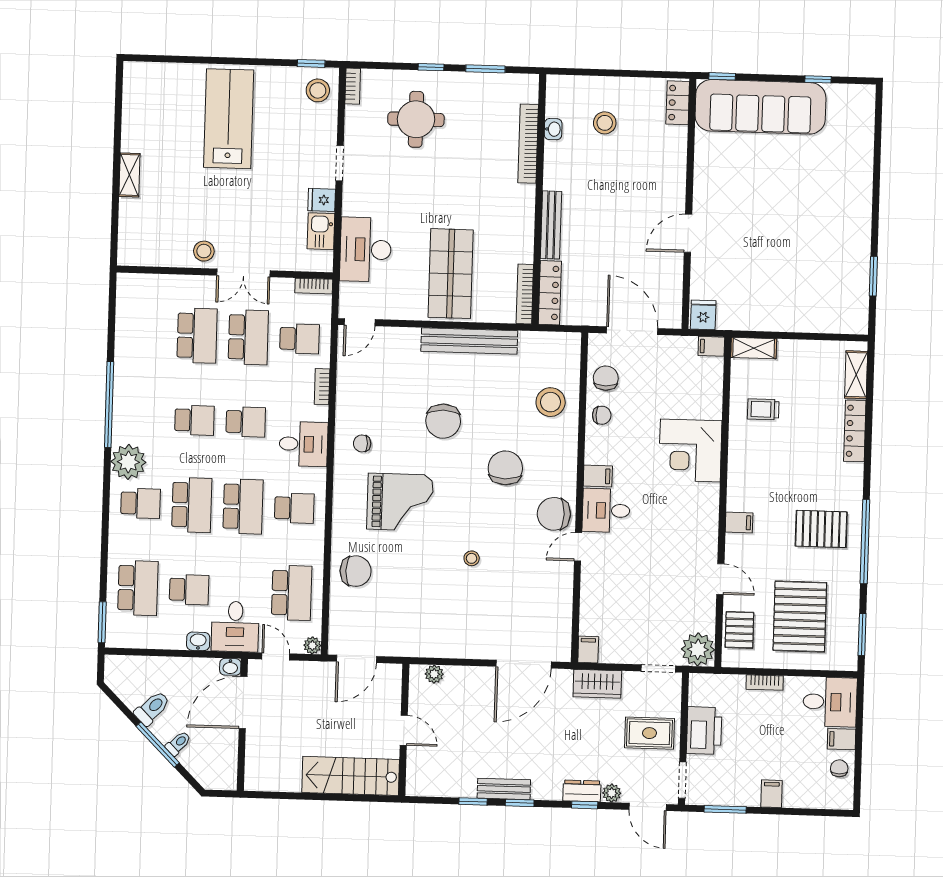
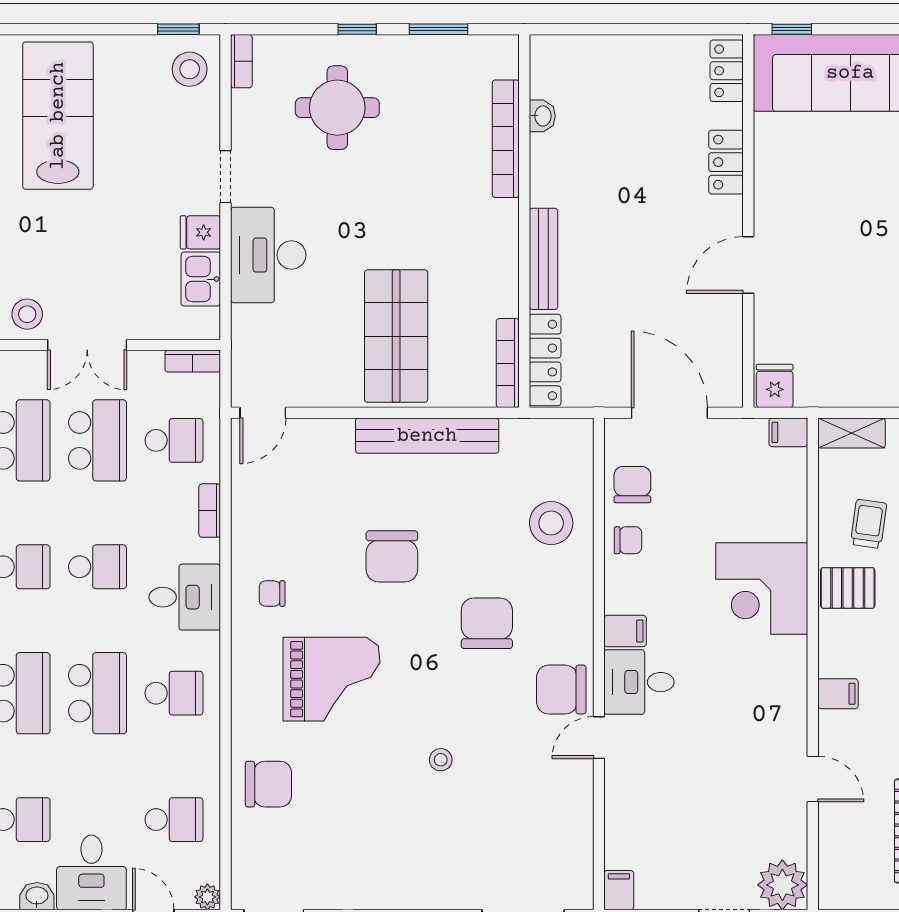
stool: (605, 123) -> (619, 104), removed
locker: (675, 164) -> (726, 162), added
desk: (366, 250) -> (268, 255), moved
trolley: (763, 409) -> (869, 524), turned 98
school desk: (292, 593) -> (174, 820), width x0.54
pallet: (739, 630) -> (848, 588), moved, turned 90

